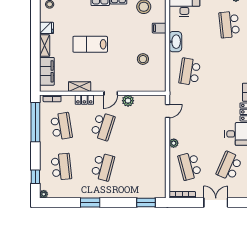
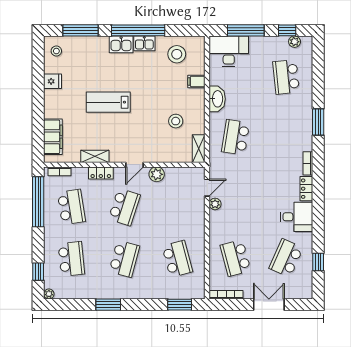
shelving: (45, 46) -> (199, 149), moved
plant: (174, 143) -> (215, 204), moved
school desk: (144, 167) -> (177, 259), added

